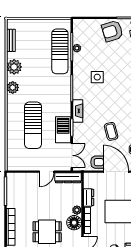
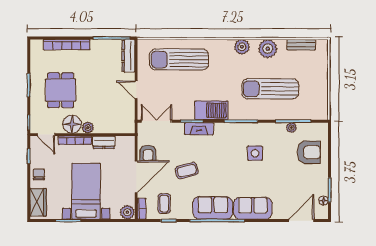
armchair: (112, 31) -> (309, 152), moved, turned 107
sun lounger: (60, 51) -> (270, 89), moved
fireplace: (78, 111) -> (199, 129), moved
sun lounger: (33, 125) -> (179, 59), moved
barbecue: (63, 130) -> (211, 110), moved
double door: (72, 155) -> (156, 121), swing flipped
dresser: (68, 178) -> (128, 56), moved

